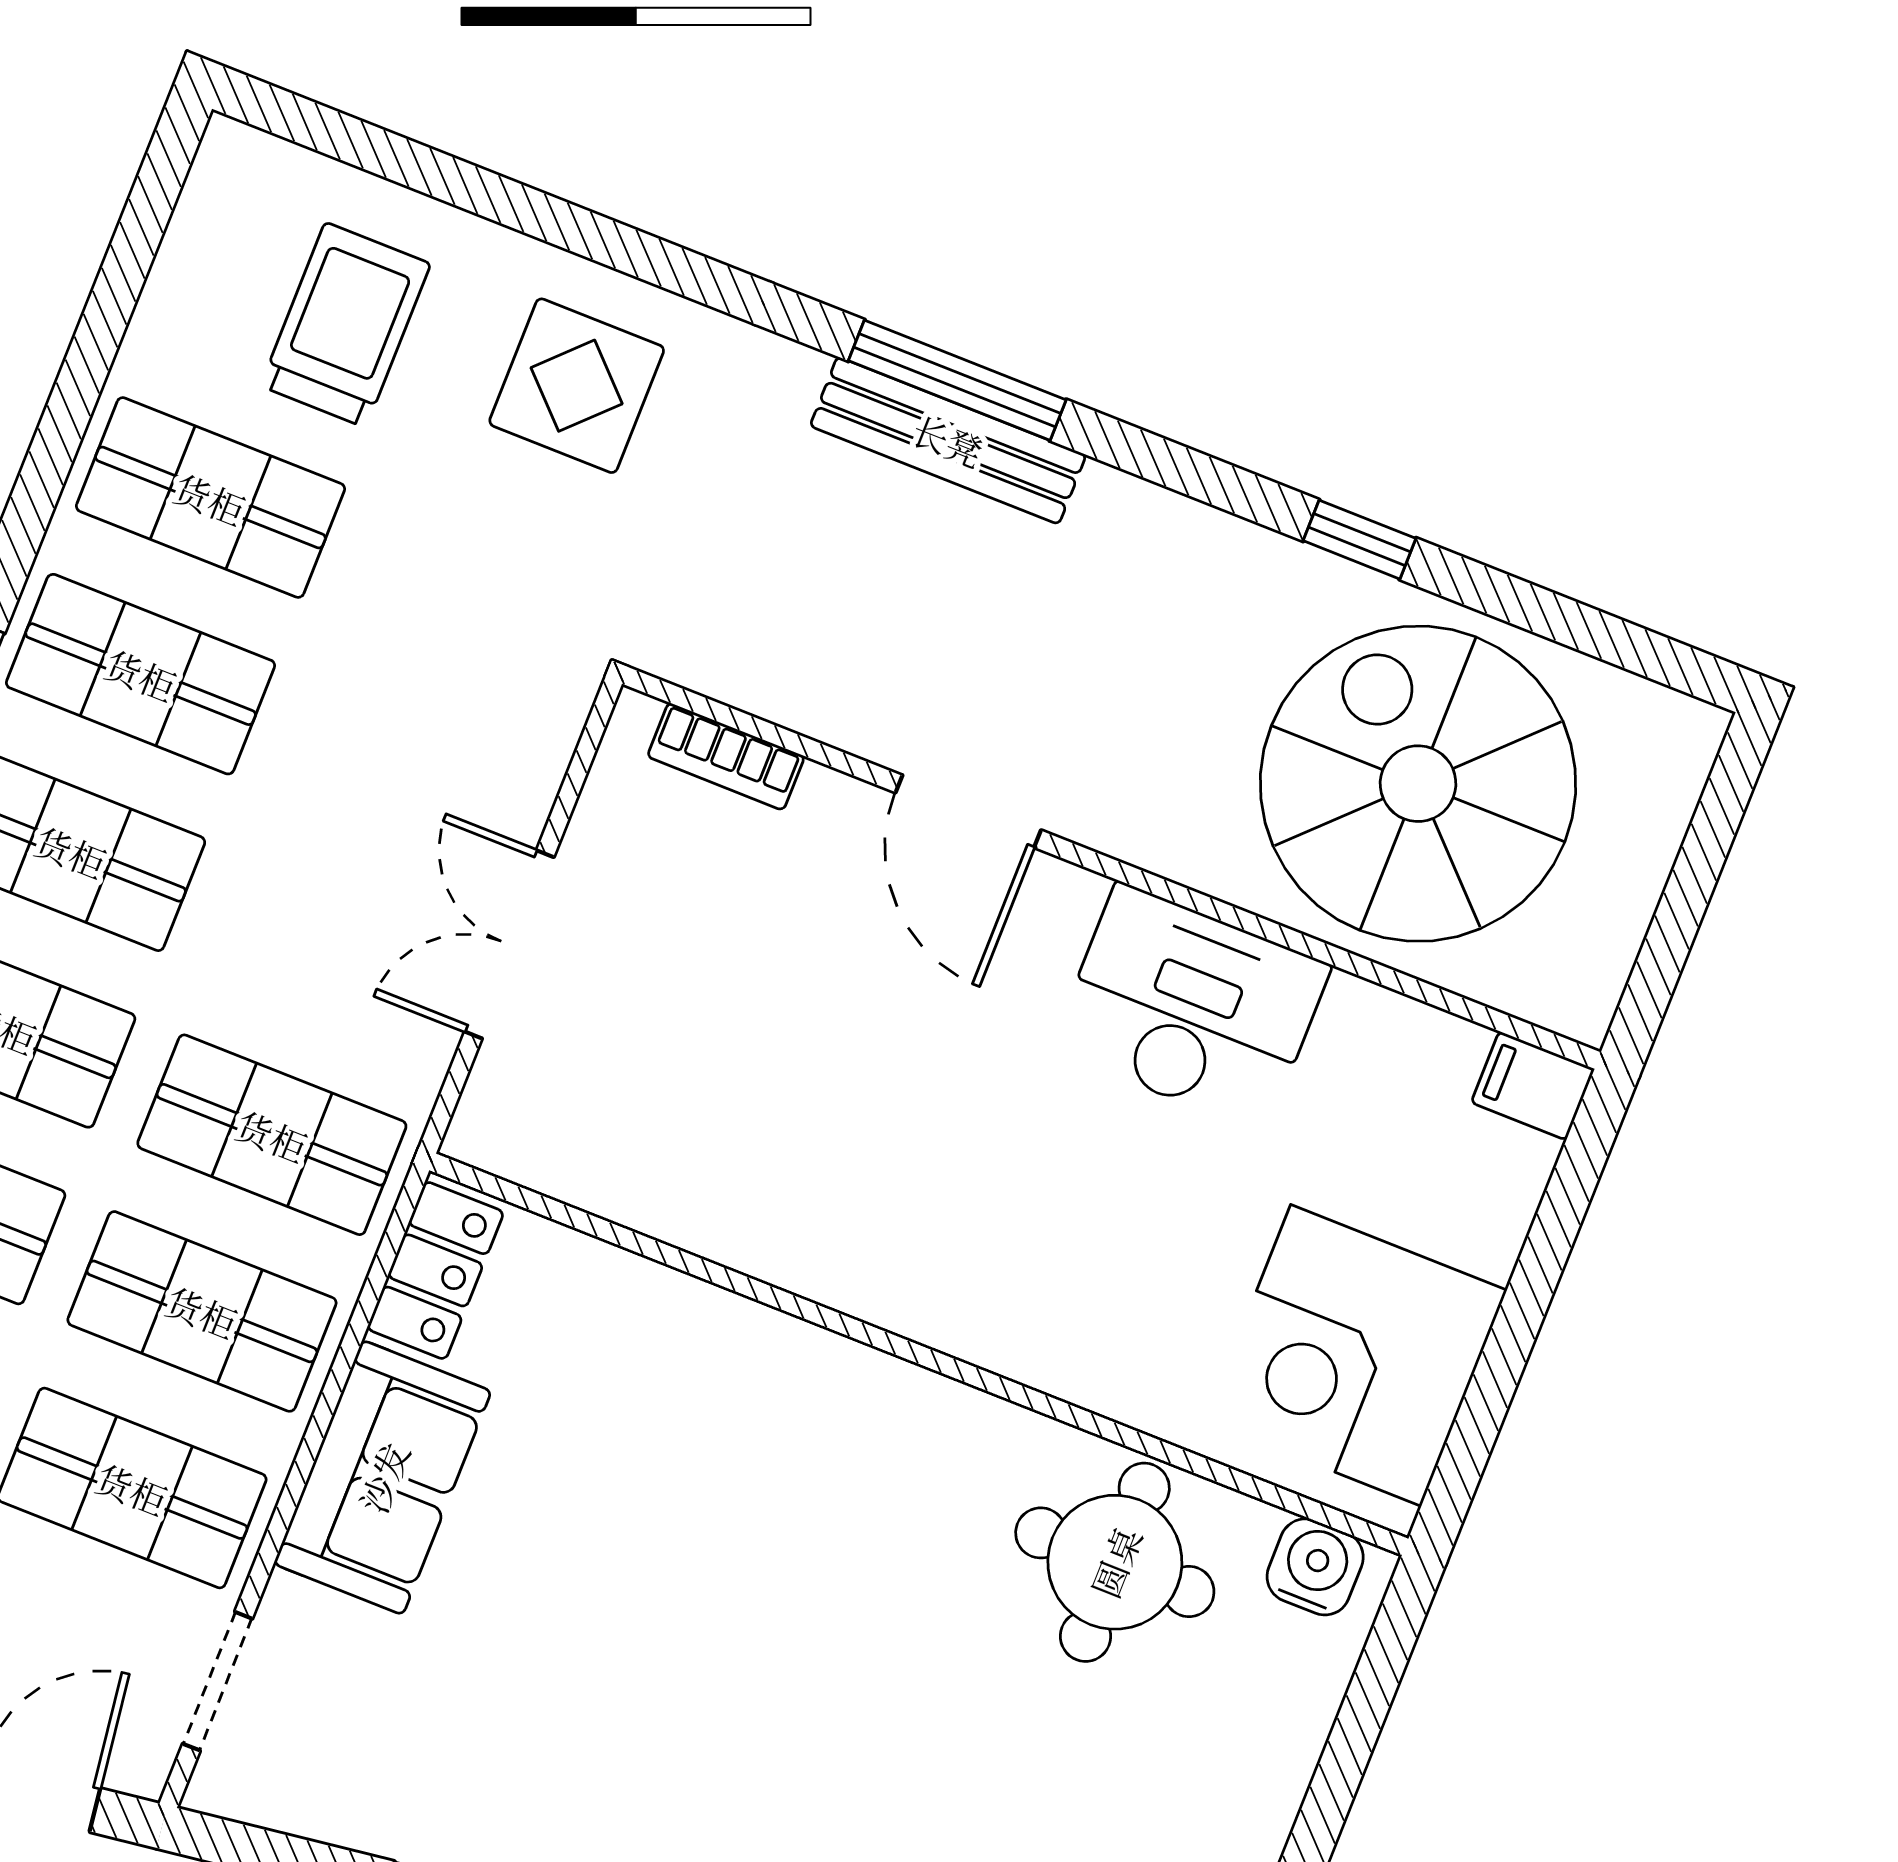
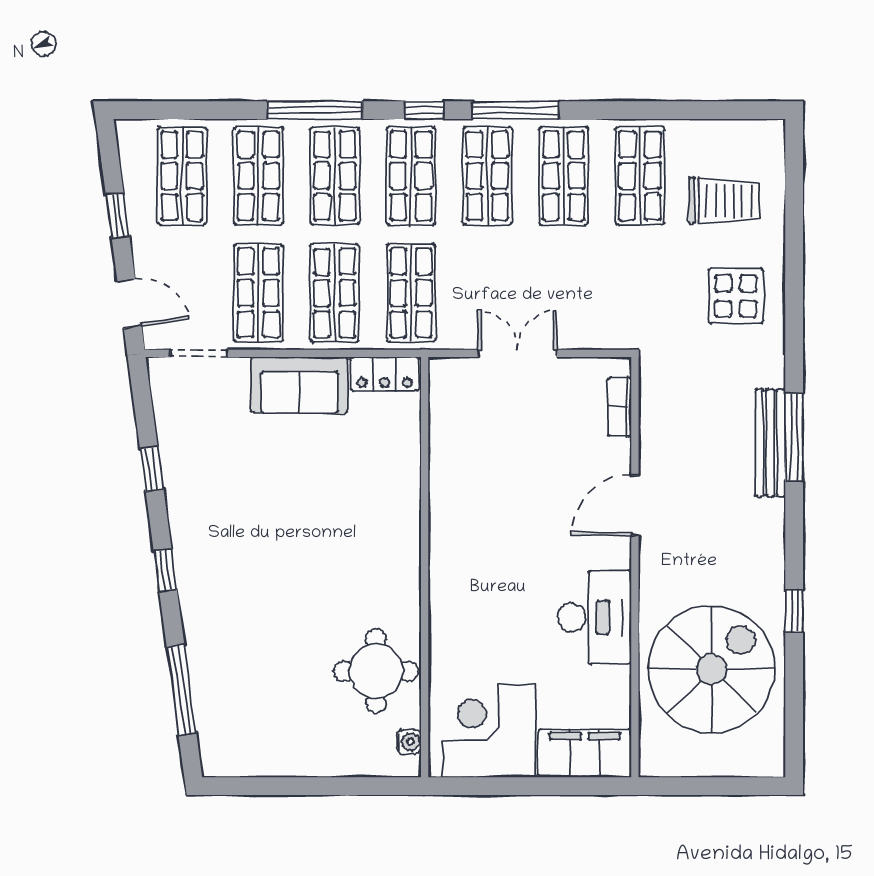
filing cabinet: (1533, 1086) -> (585, 753), width x3.00, depth x1.17
water cooler: (1315, 1567) -> (409, 742), width x0.72, depth x0.72

